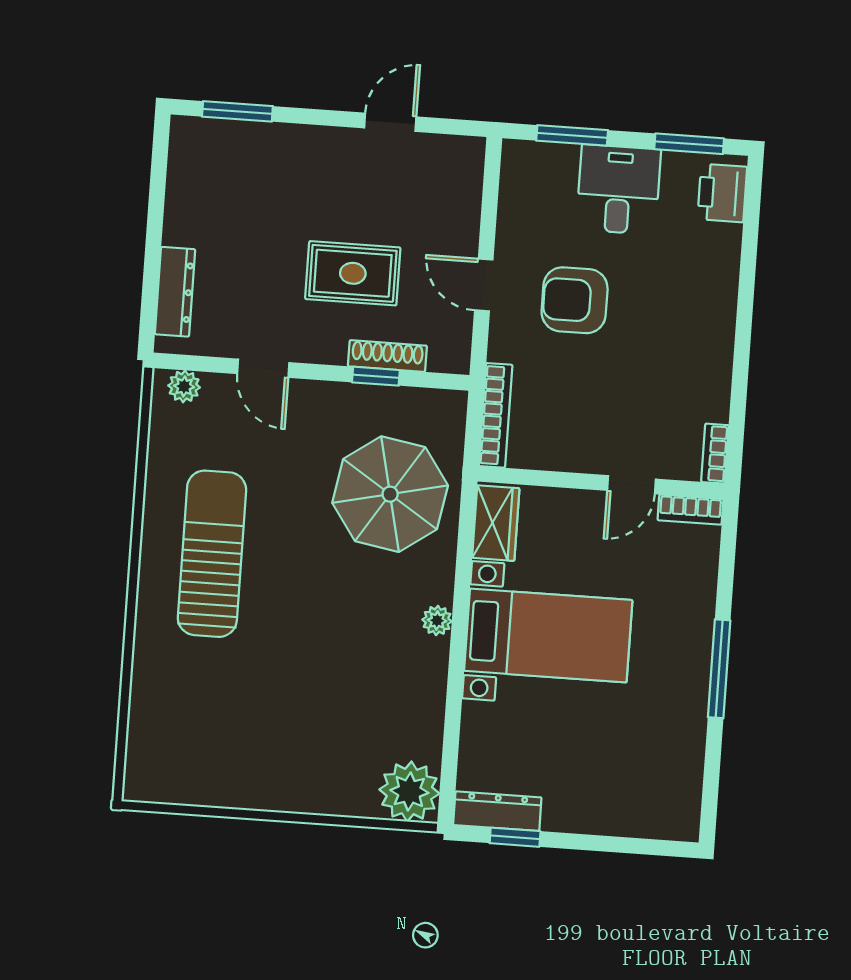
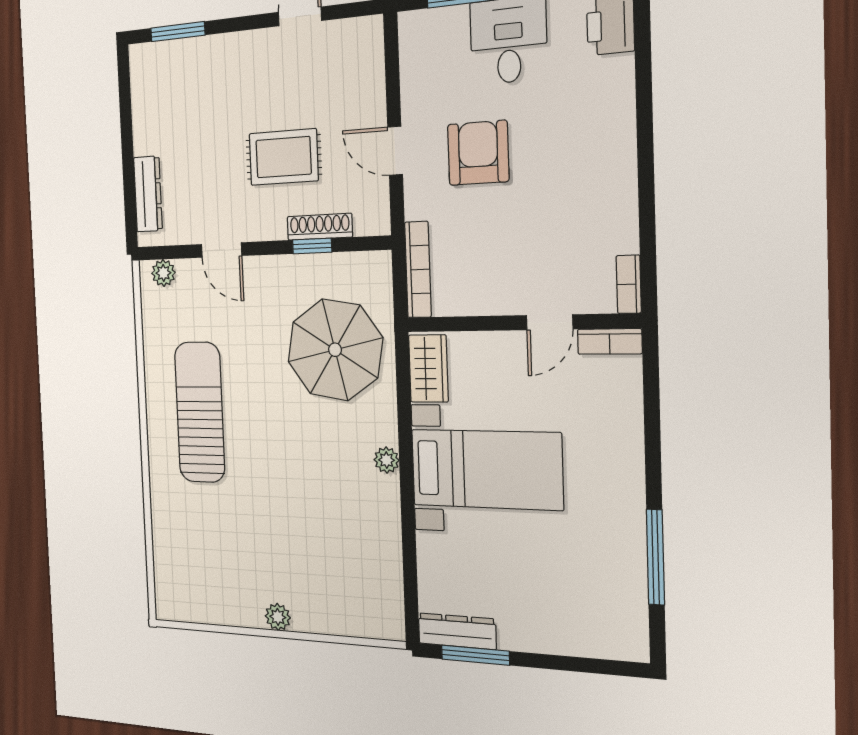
armchair: (575, 300) -> (478, 153), turned 90
window: (719, 669) -> (655, 557), moved
plant: (409, 791) -> (278, 617), moved, width x0.53, depth x0.53
window: (515, 837) -> (475, 655), width x1.50

